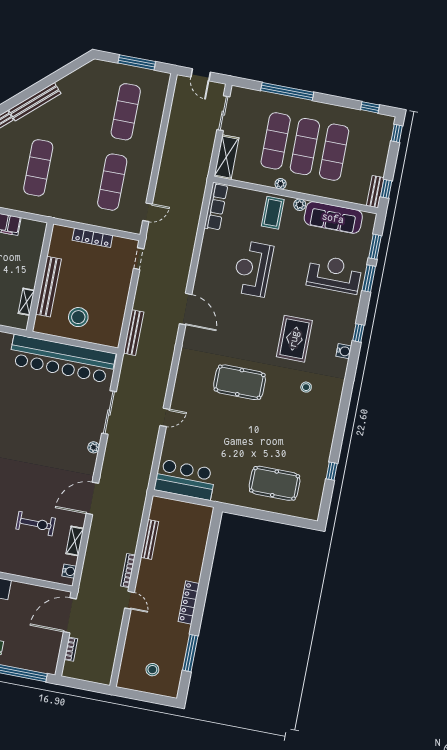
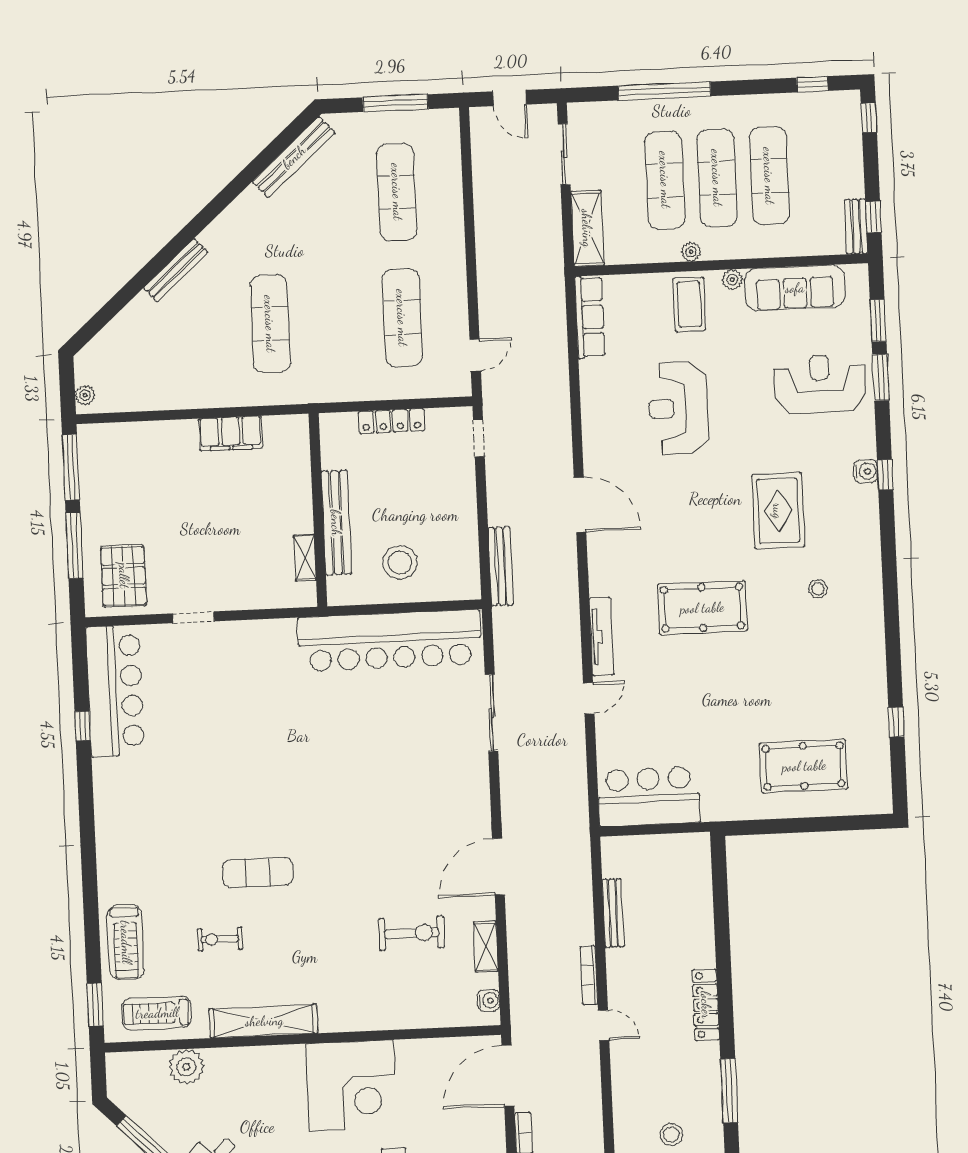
bench: (35, 102) -> (294, 157), moved
water cooler: (344, 351) -> (866, 471), moved
tv unit: (180, 385) -> (602, 636), added
plant: (94, 447) -> (480, 779), removed

